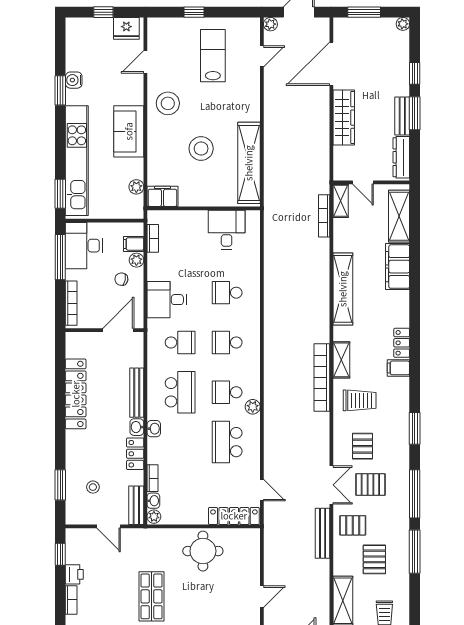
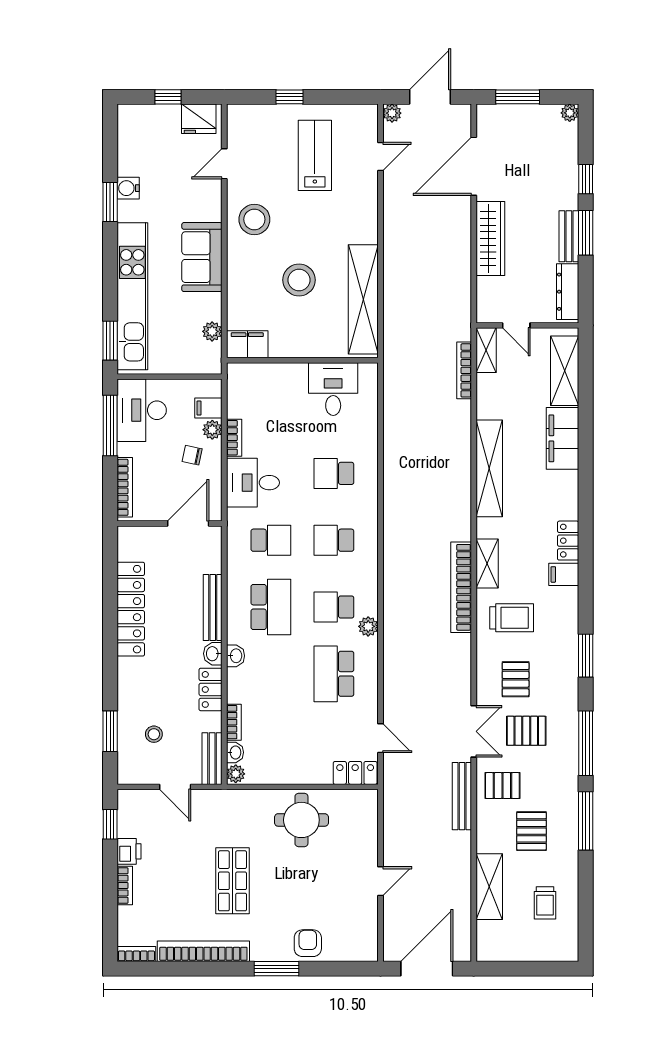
bookcase: (153, 238) -> (234, 438), moved
locker: (234, 516) -> (355, 773), width x0.66

